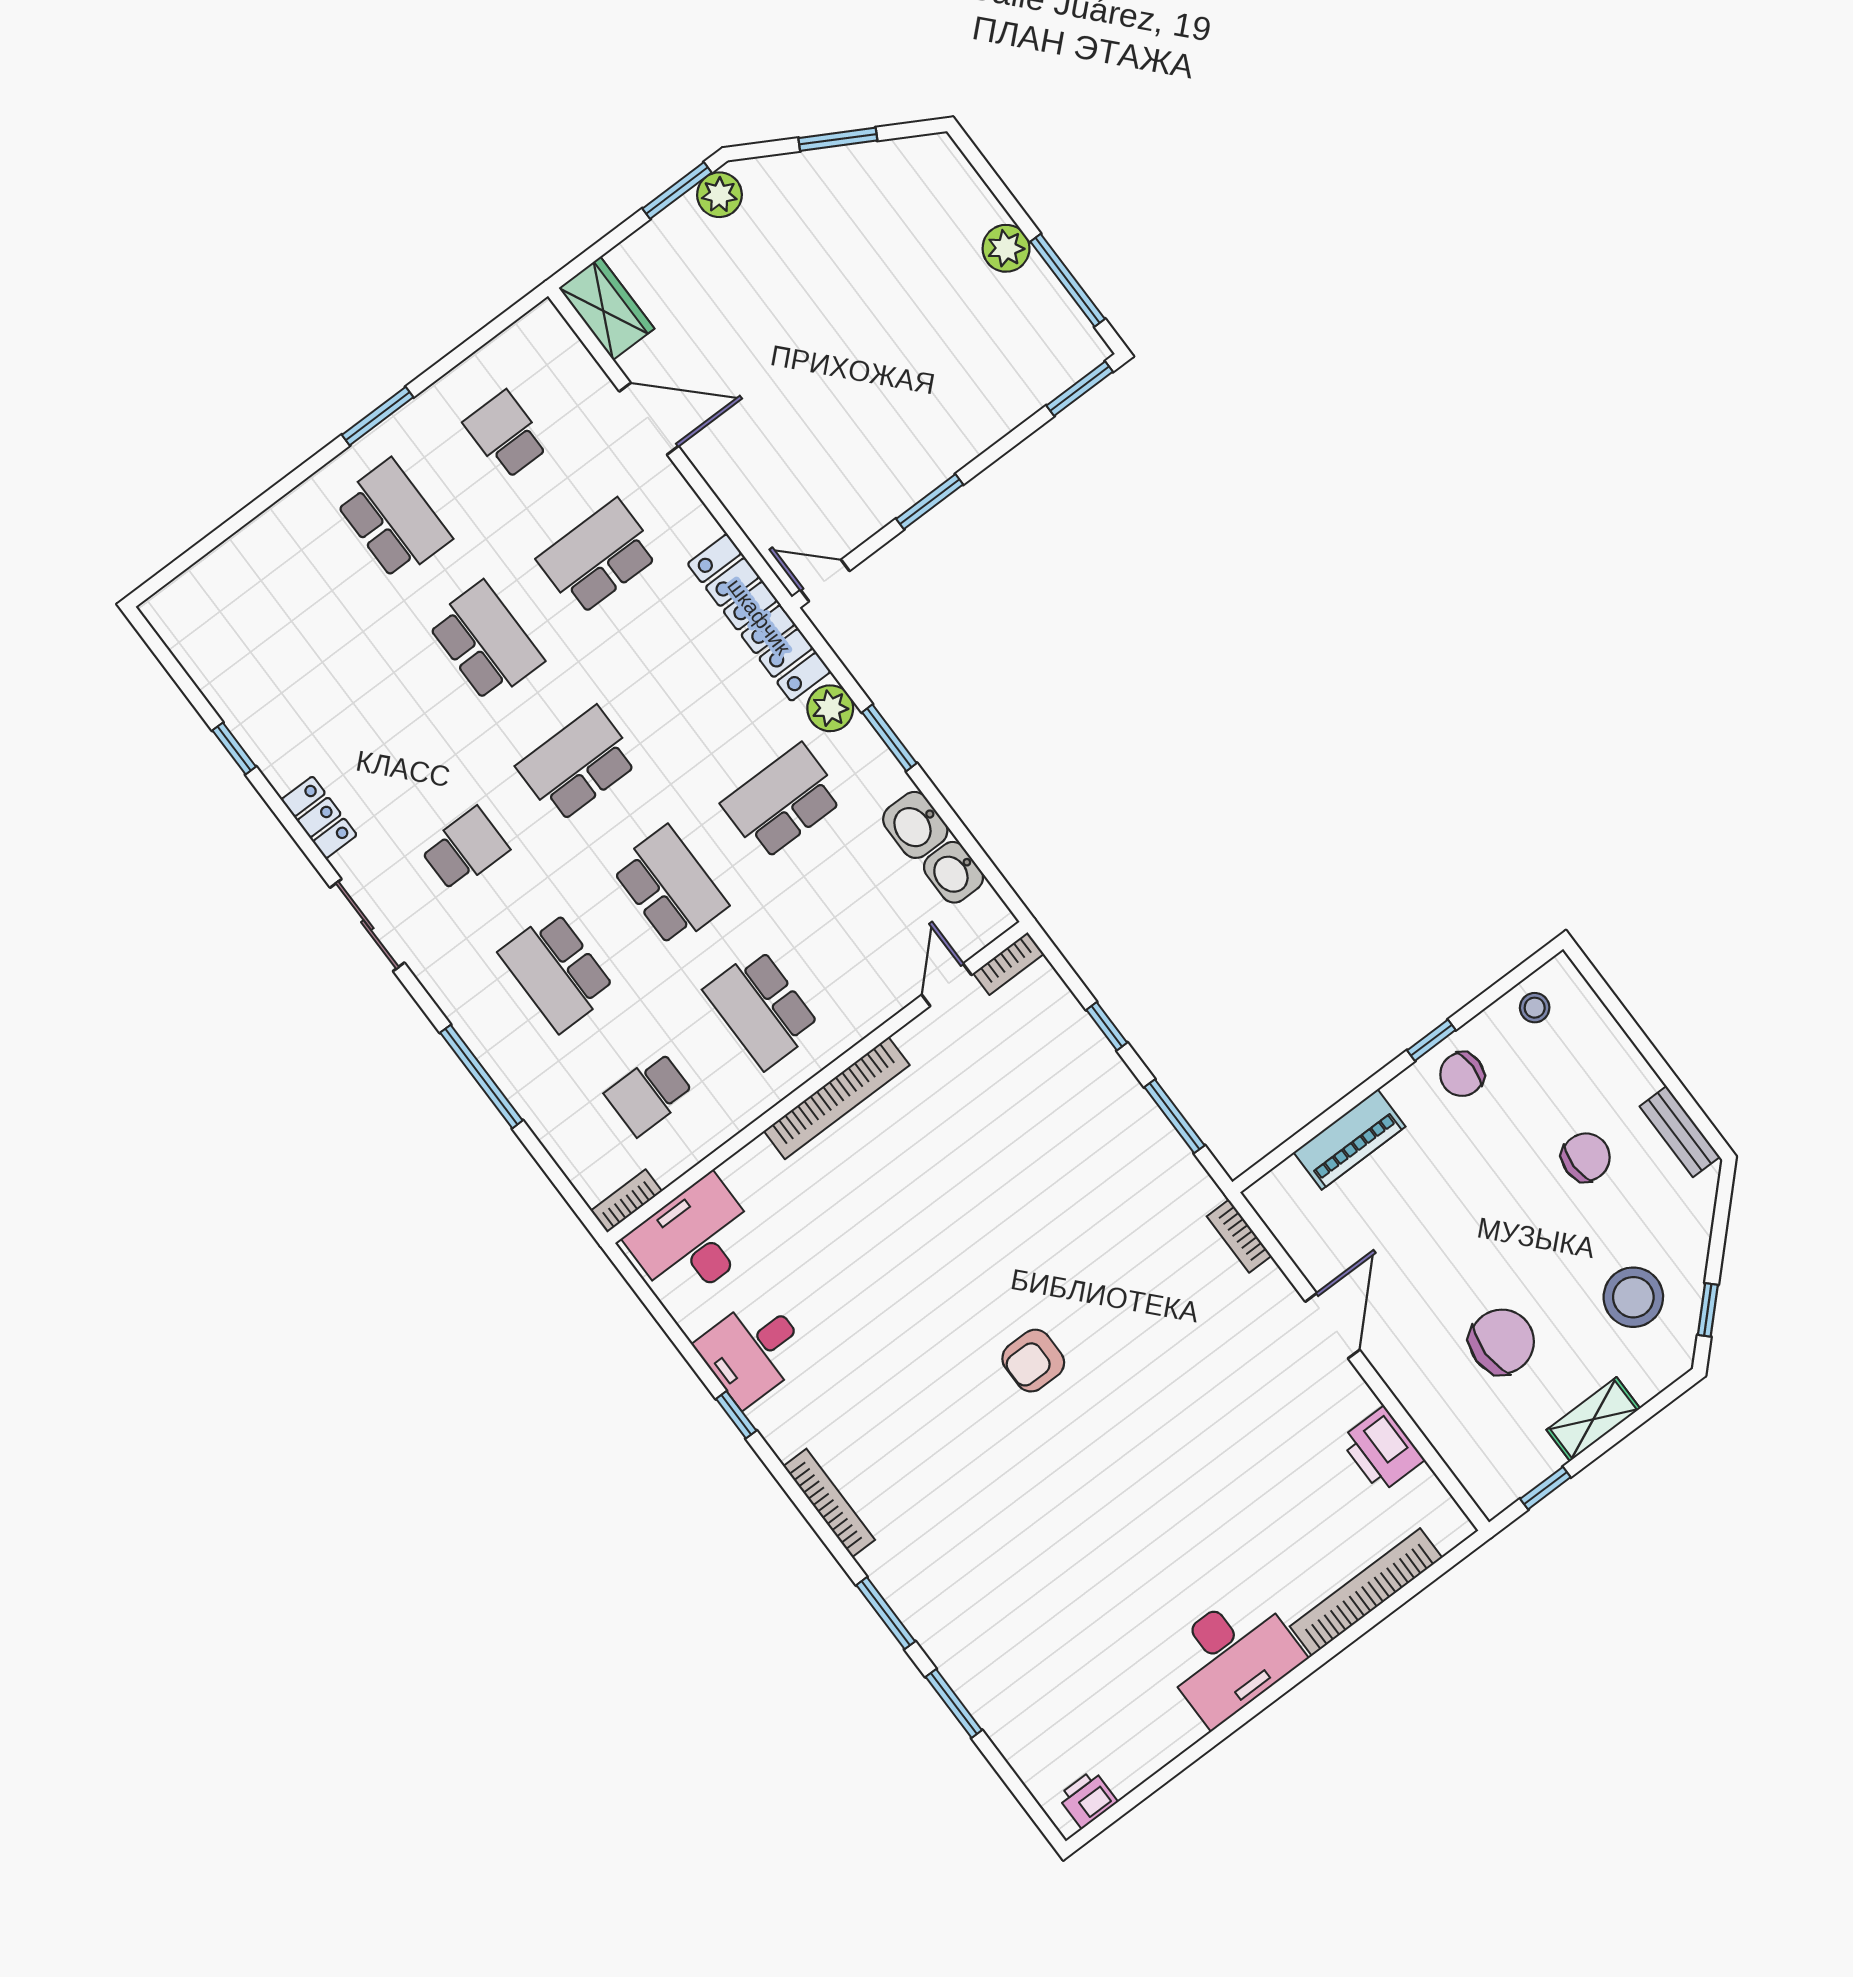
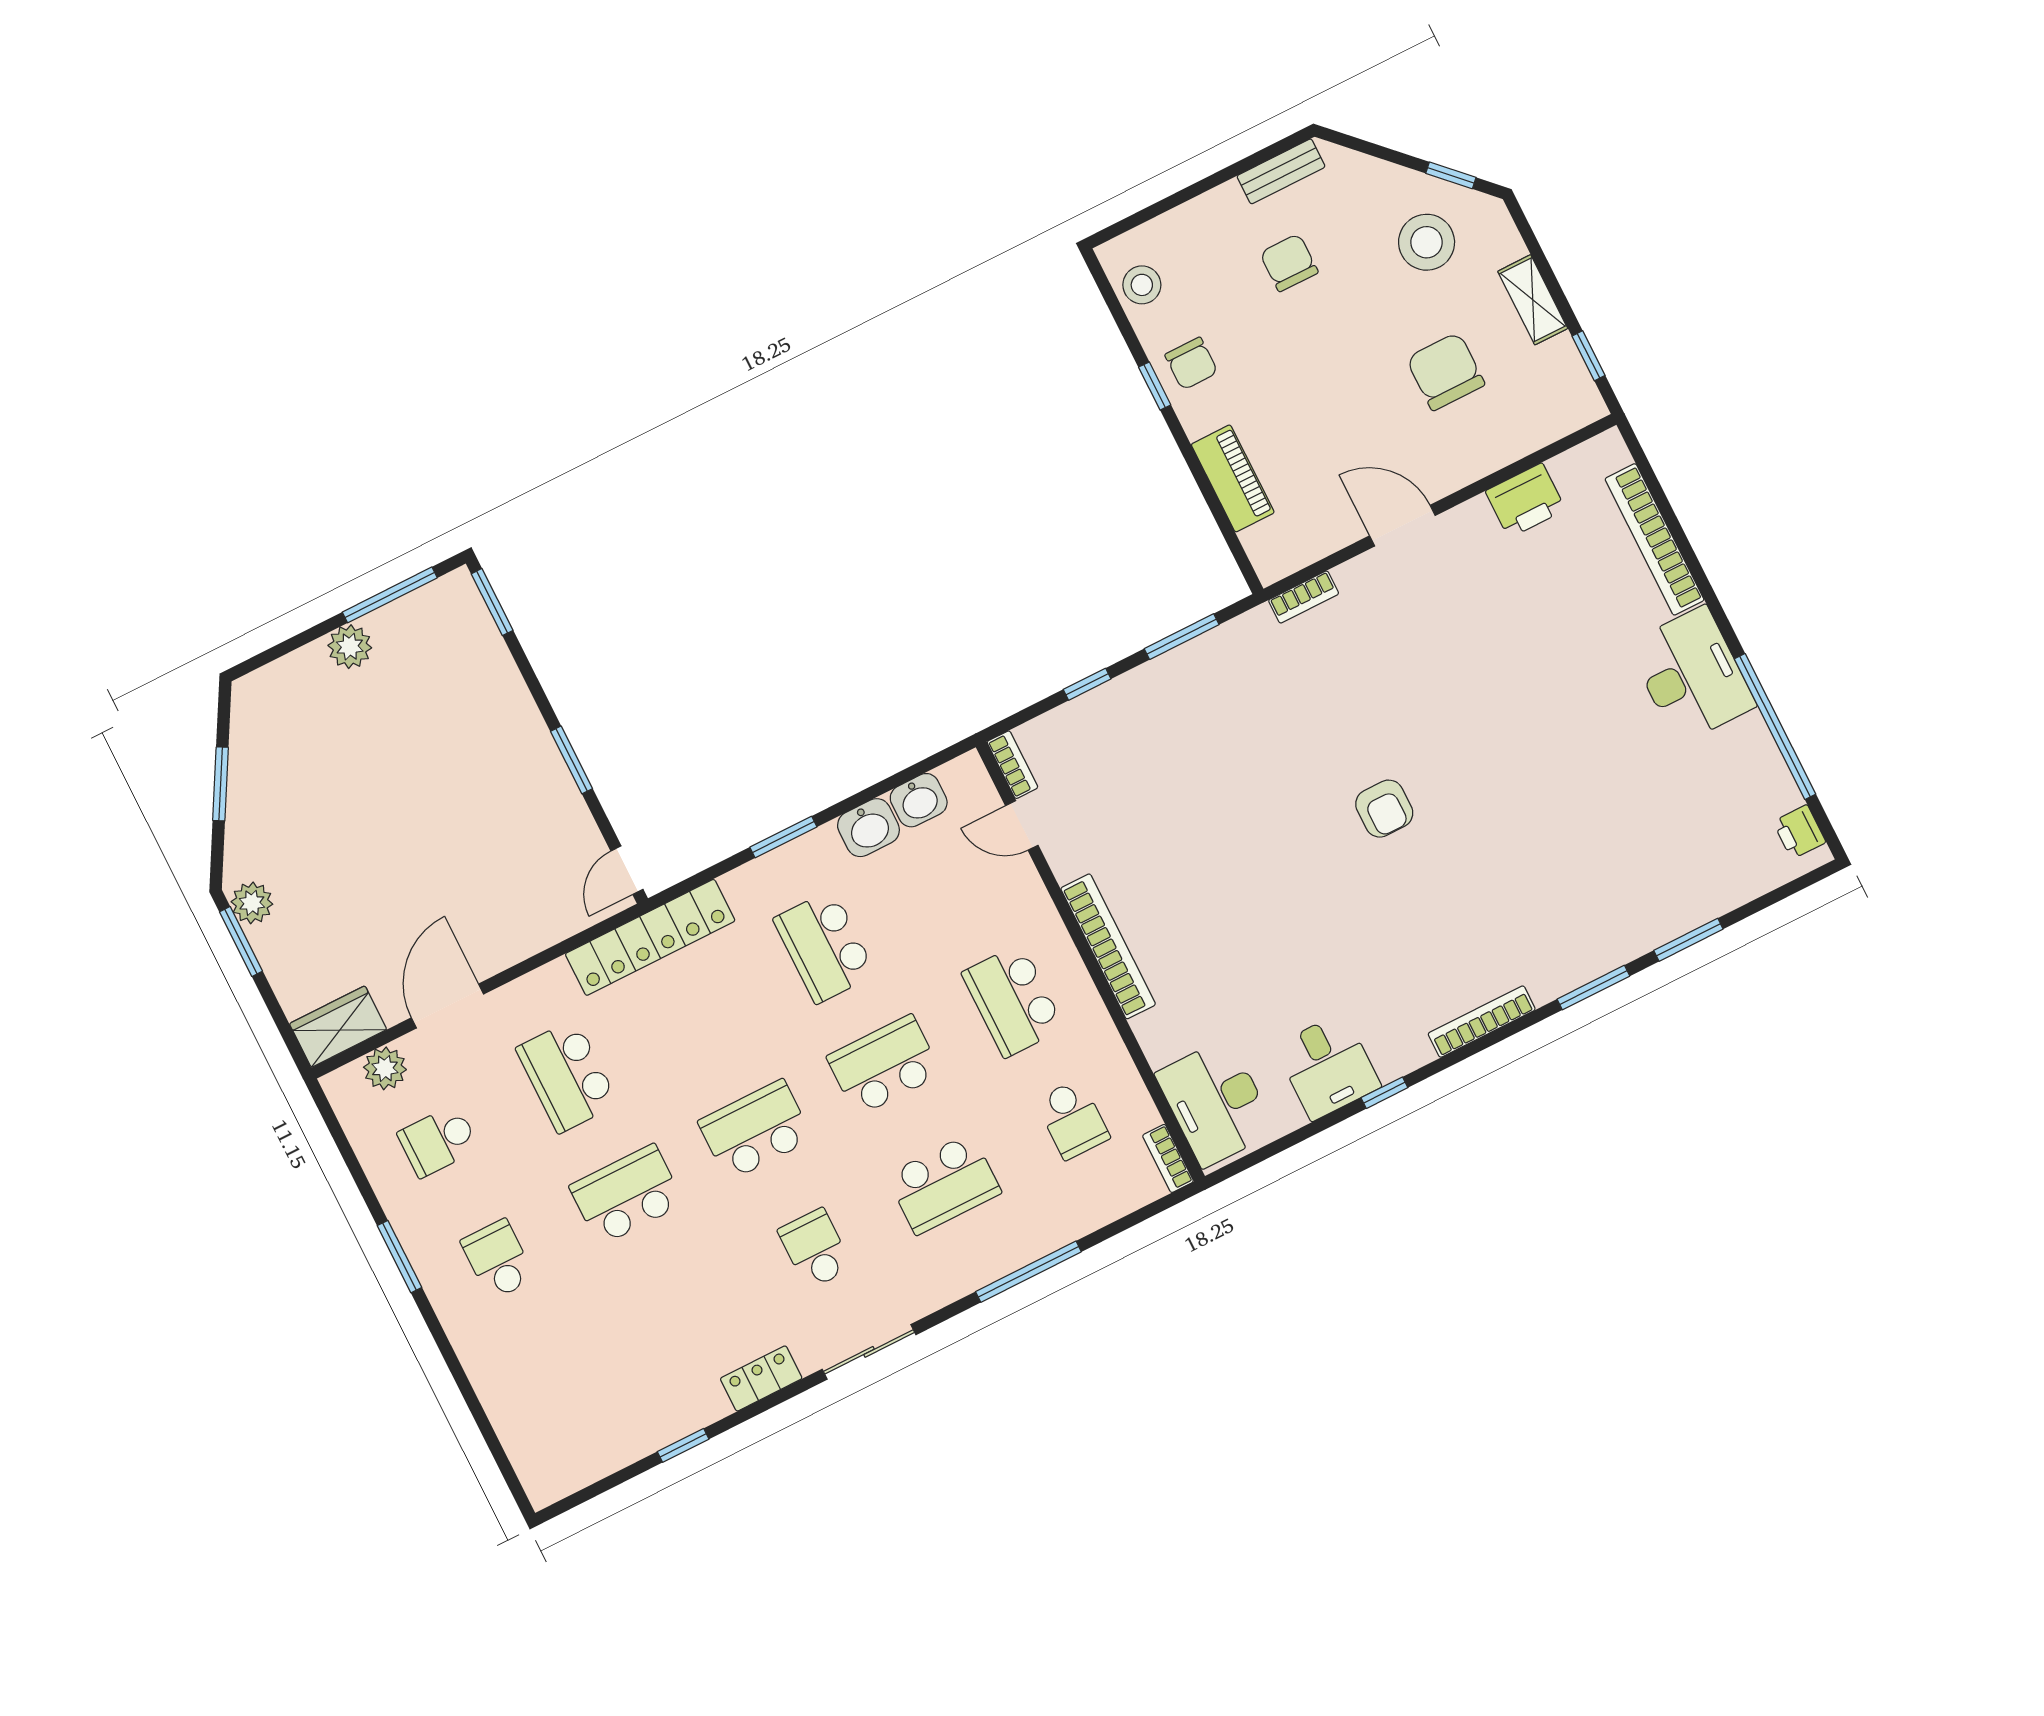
school desk: (393, 520) -> (498, 1260), width x0.54
plant: (830, 708) -> (385, 1068), moved
school desk: (578, 764) -> (755, 1130), turned 90
stool: (1535, 1008) -> (1142, 285), width x1.37, depth x1.37
school desk: (762, 1009) -> (1013, 1001), turned 90
window: (1193, 1753) -> (1775, 726), added

